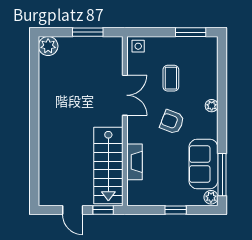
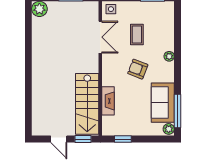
double door: (125, 95) -> (100, 37), moved
window: (176, 210) -> (123, 139), moved

